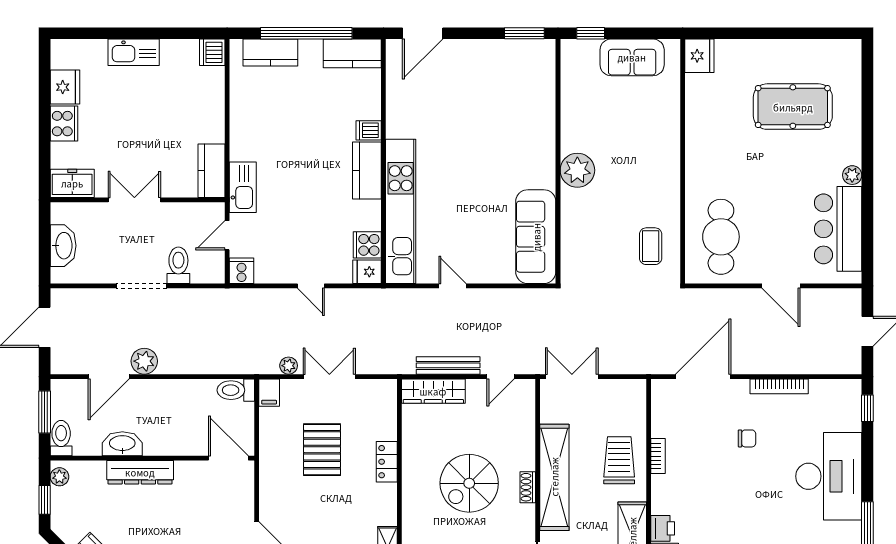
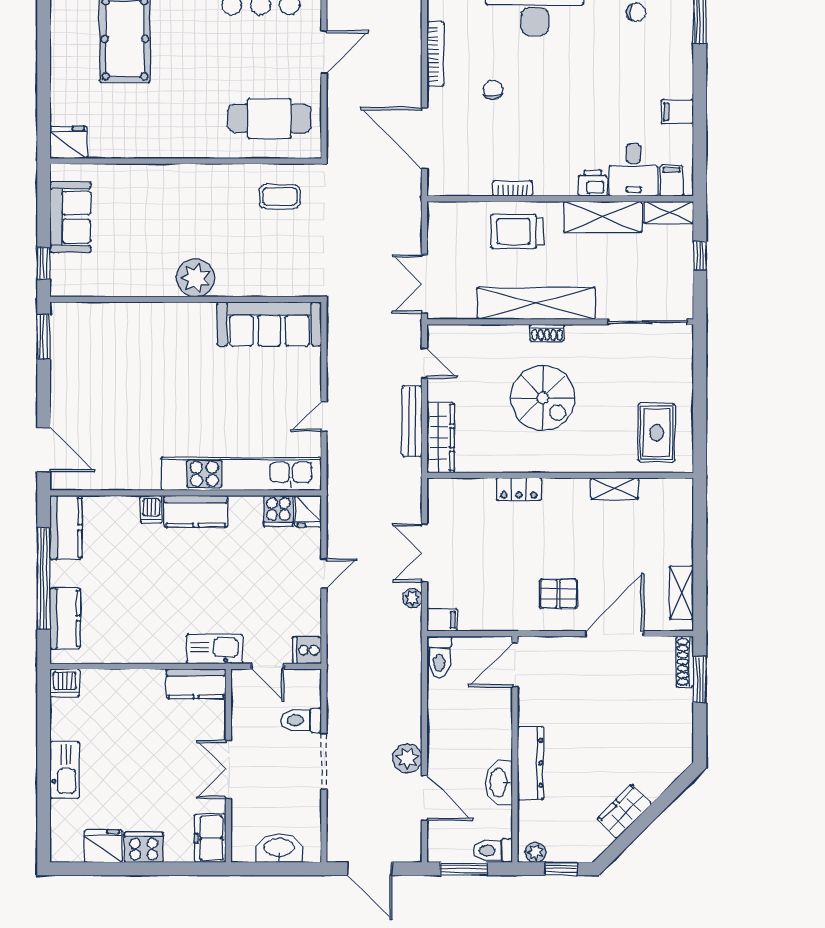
pallet: (322, 450) -> (558, 594), moved, width x0.67, depth x0.71

